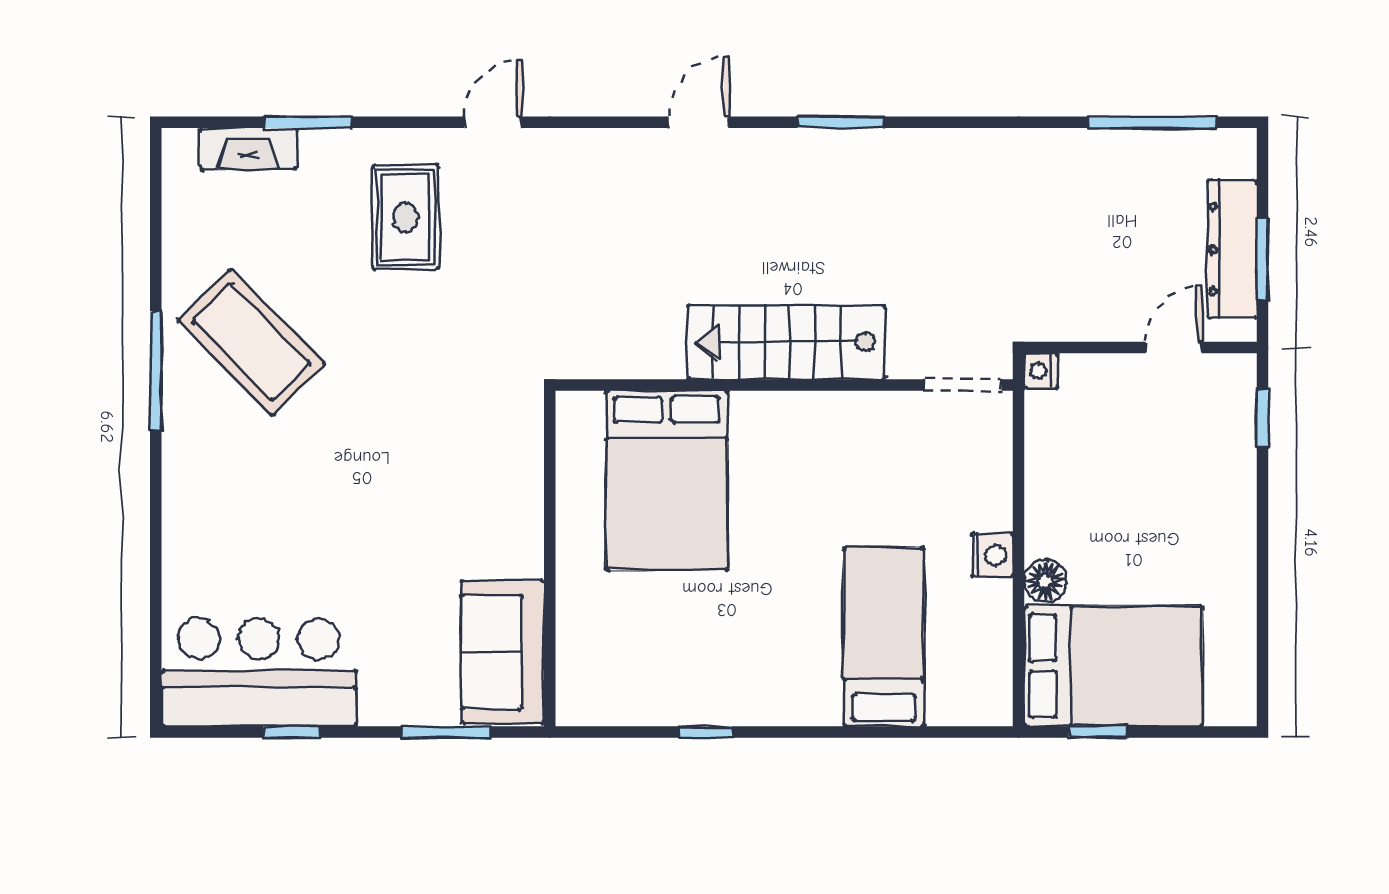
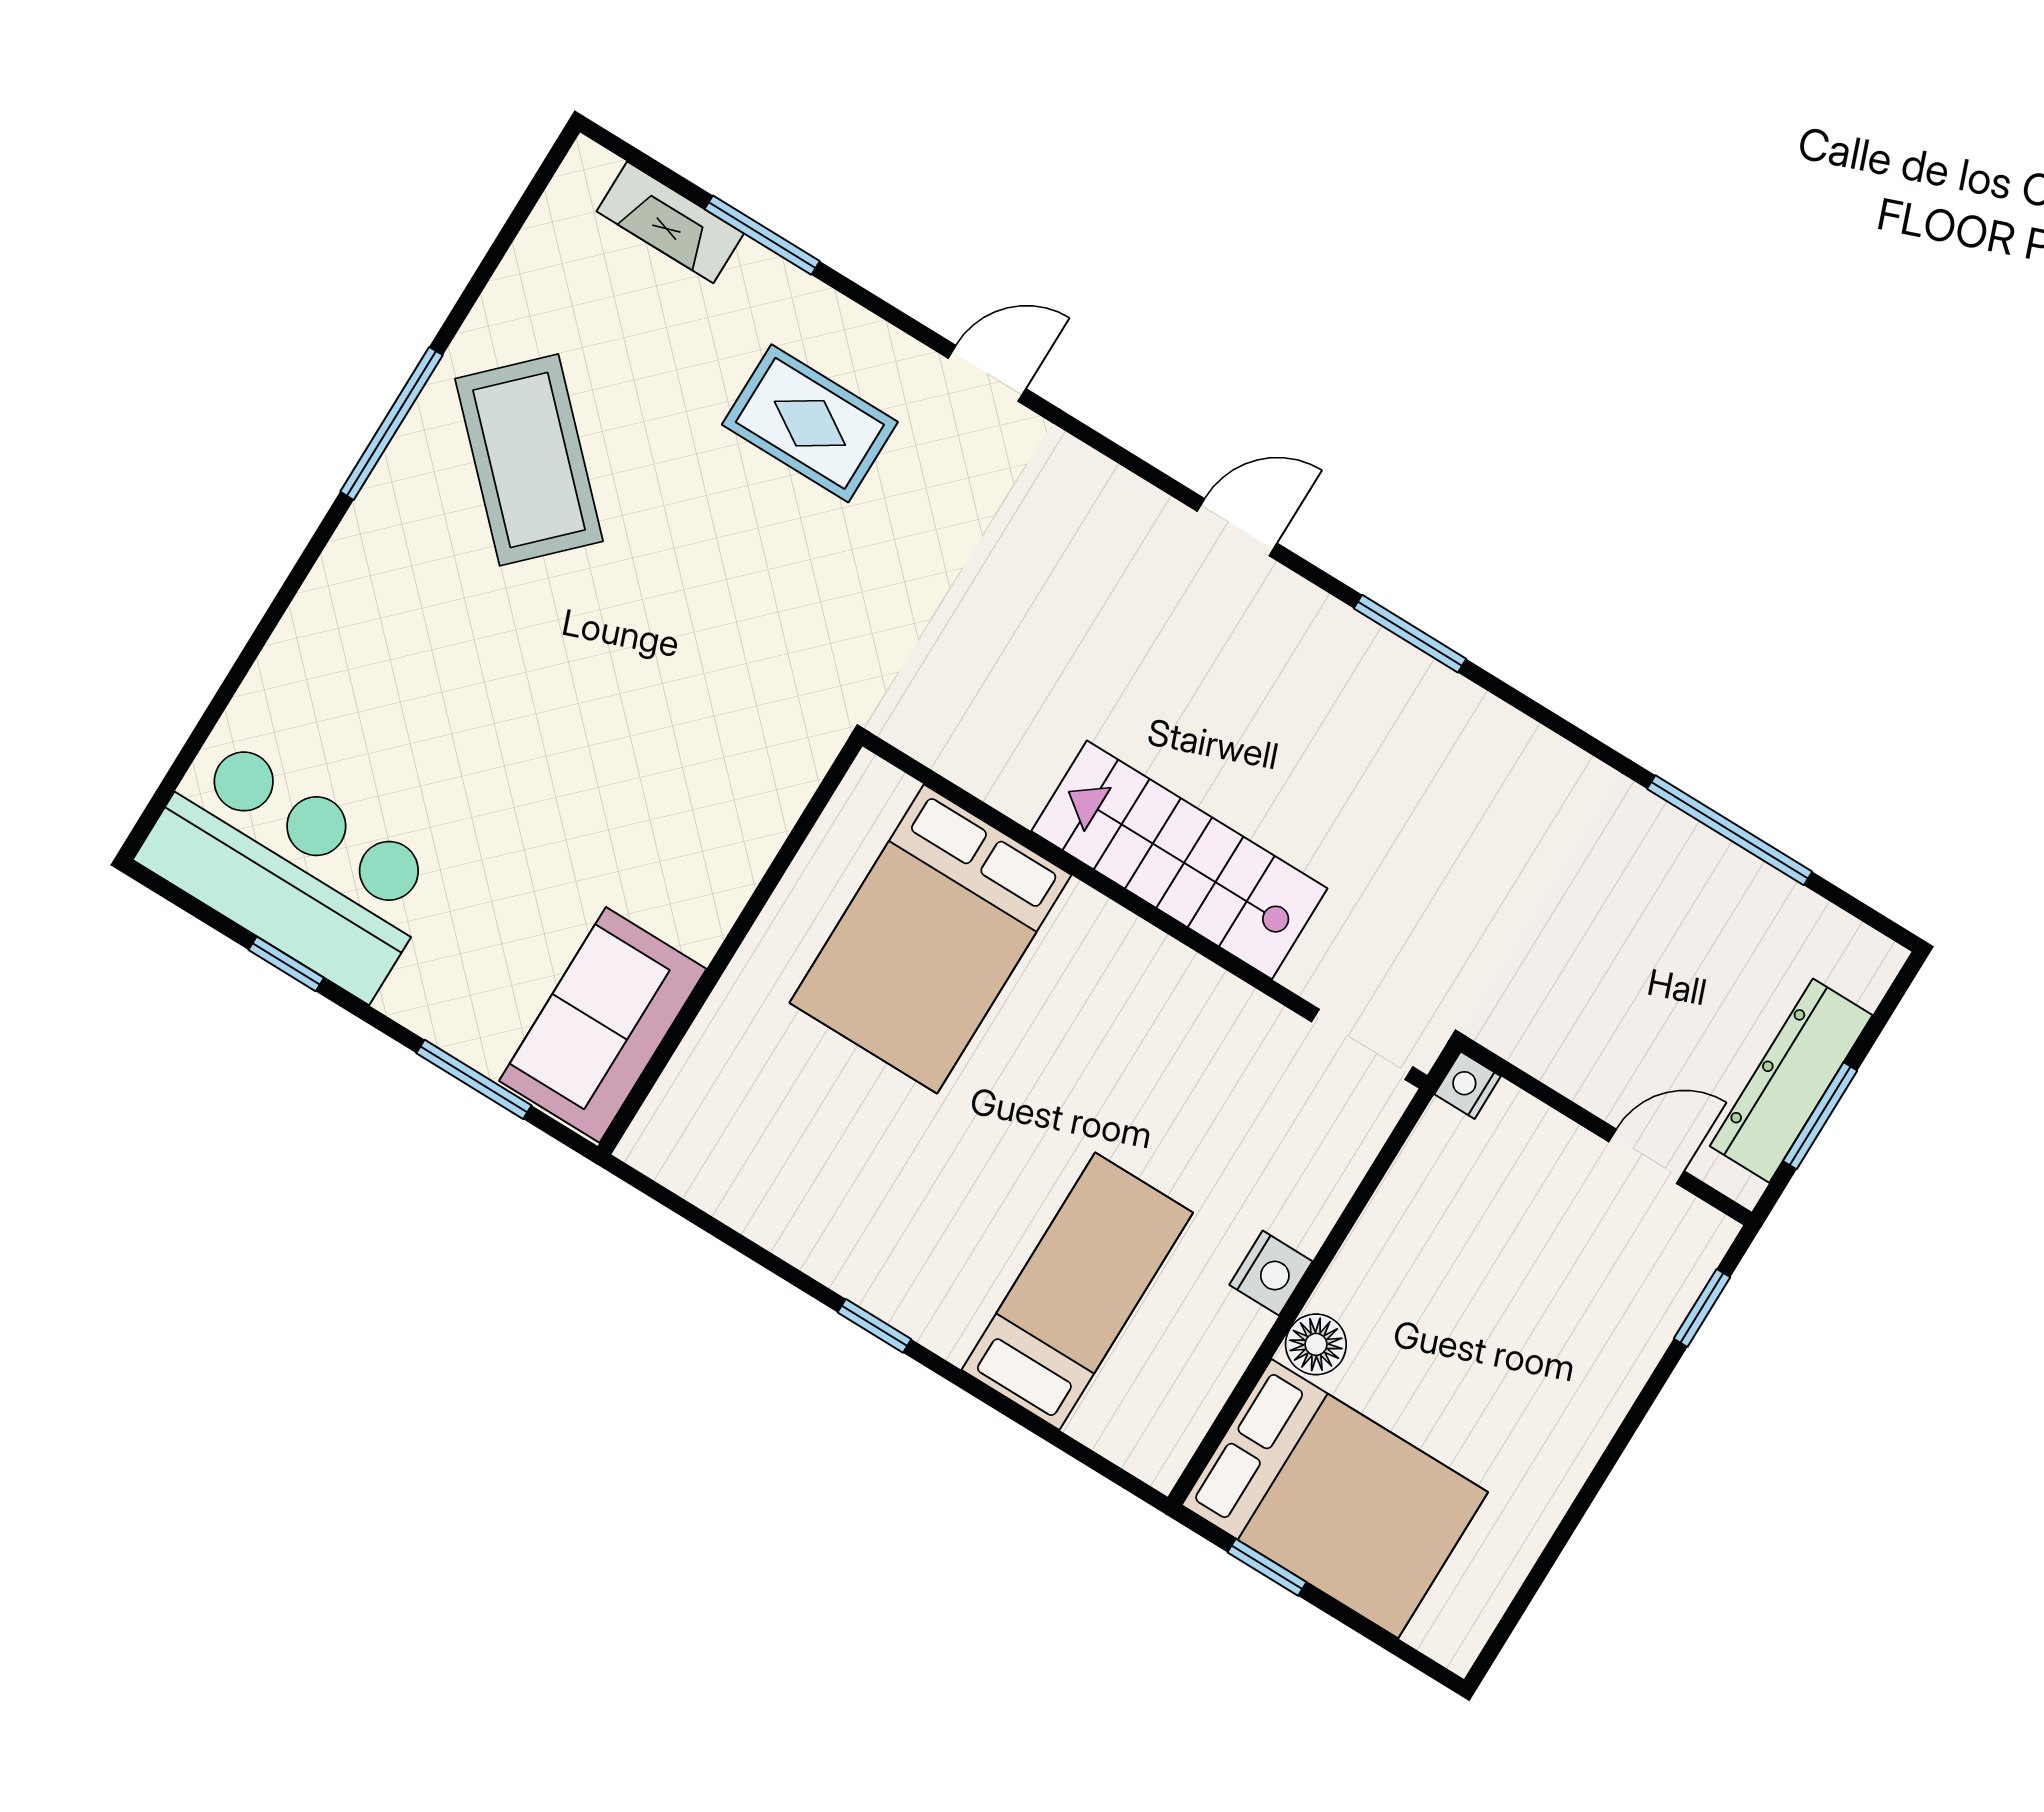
window: (1152, 122) -> (1730, 830), moved
rug: (405, 217) -> (810, 423), turned 90
window: (706, 732) -> (874, 1326), moved

